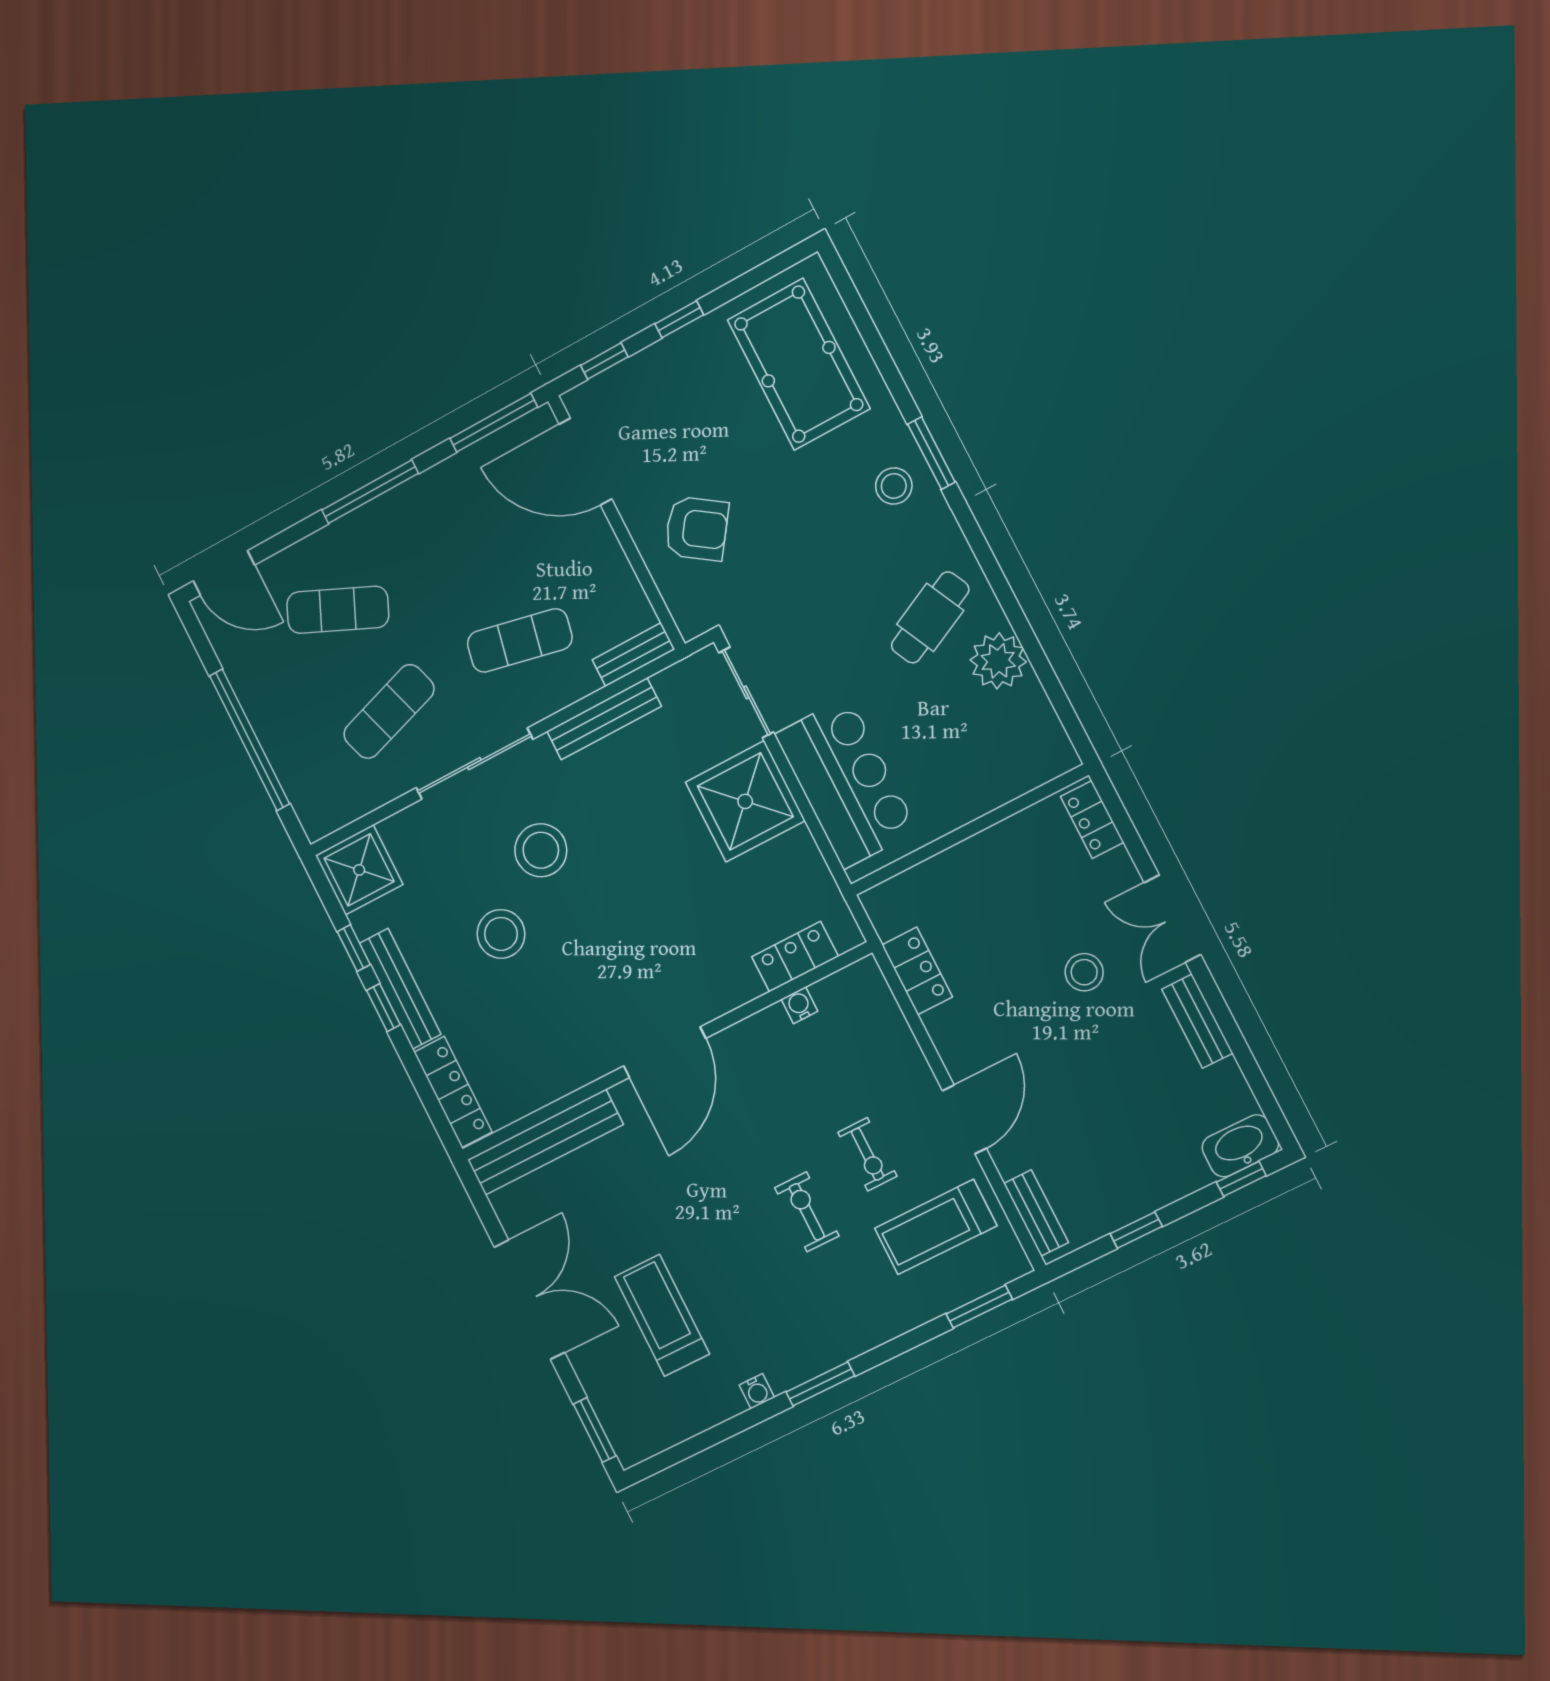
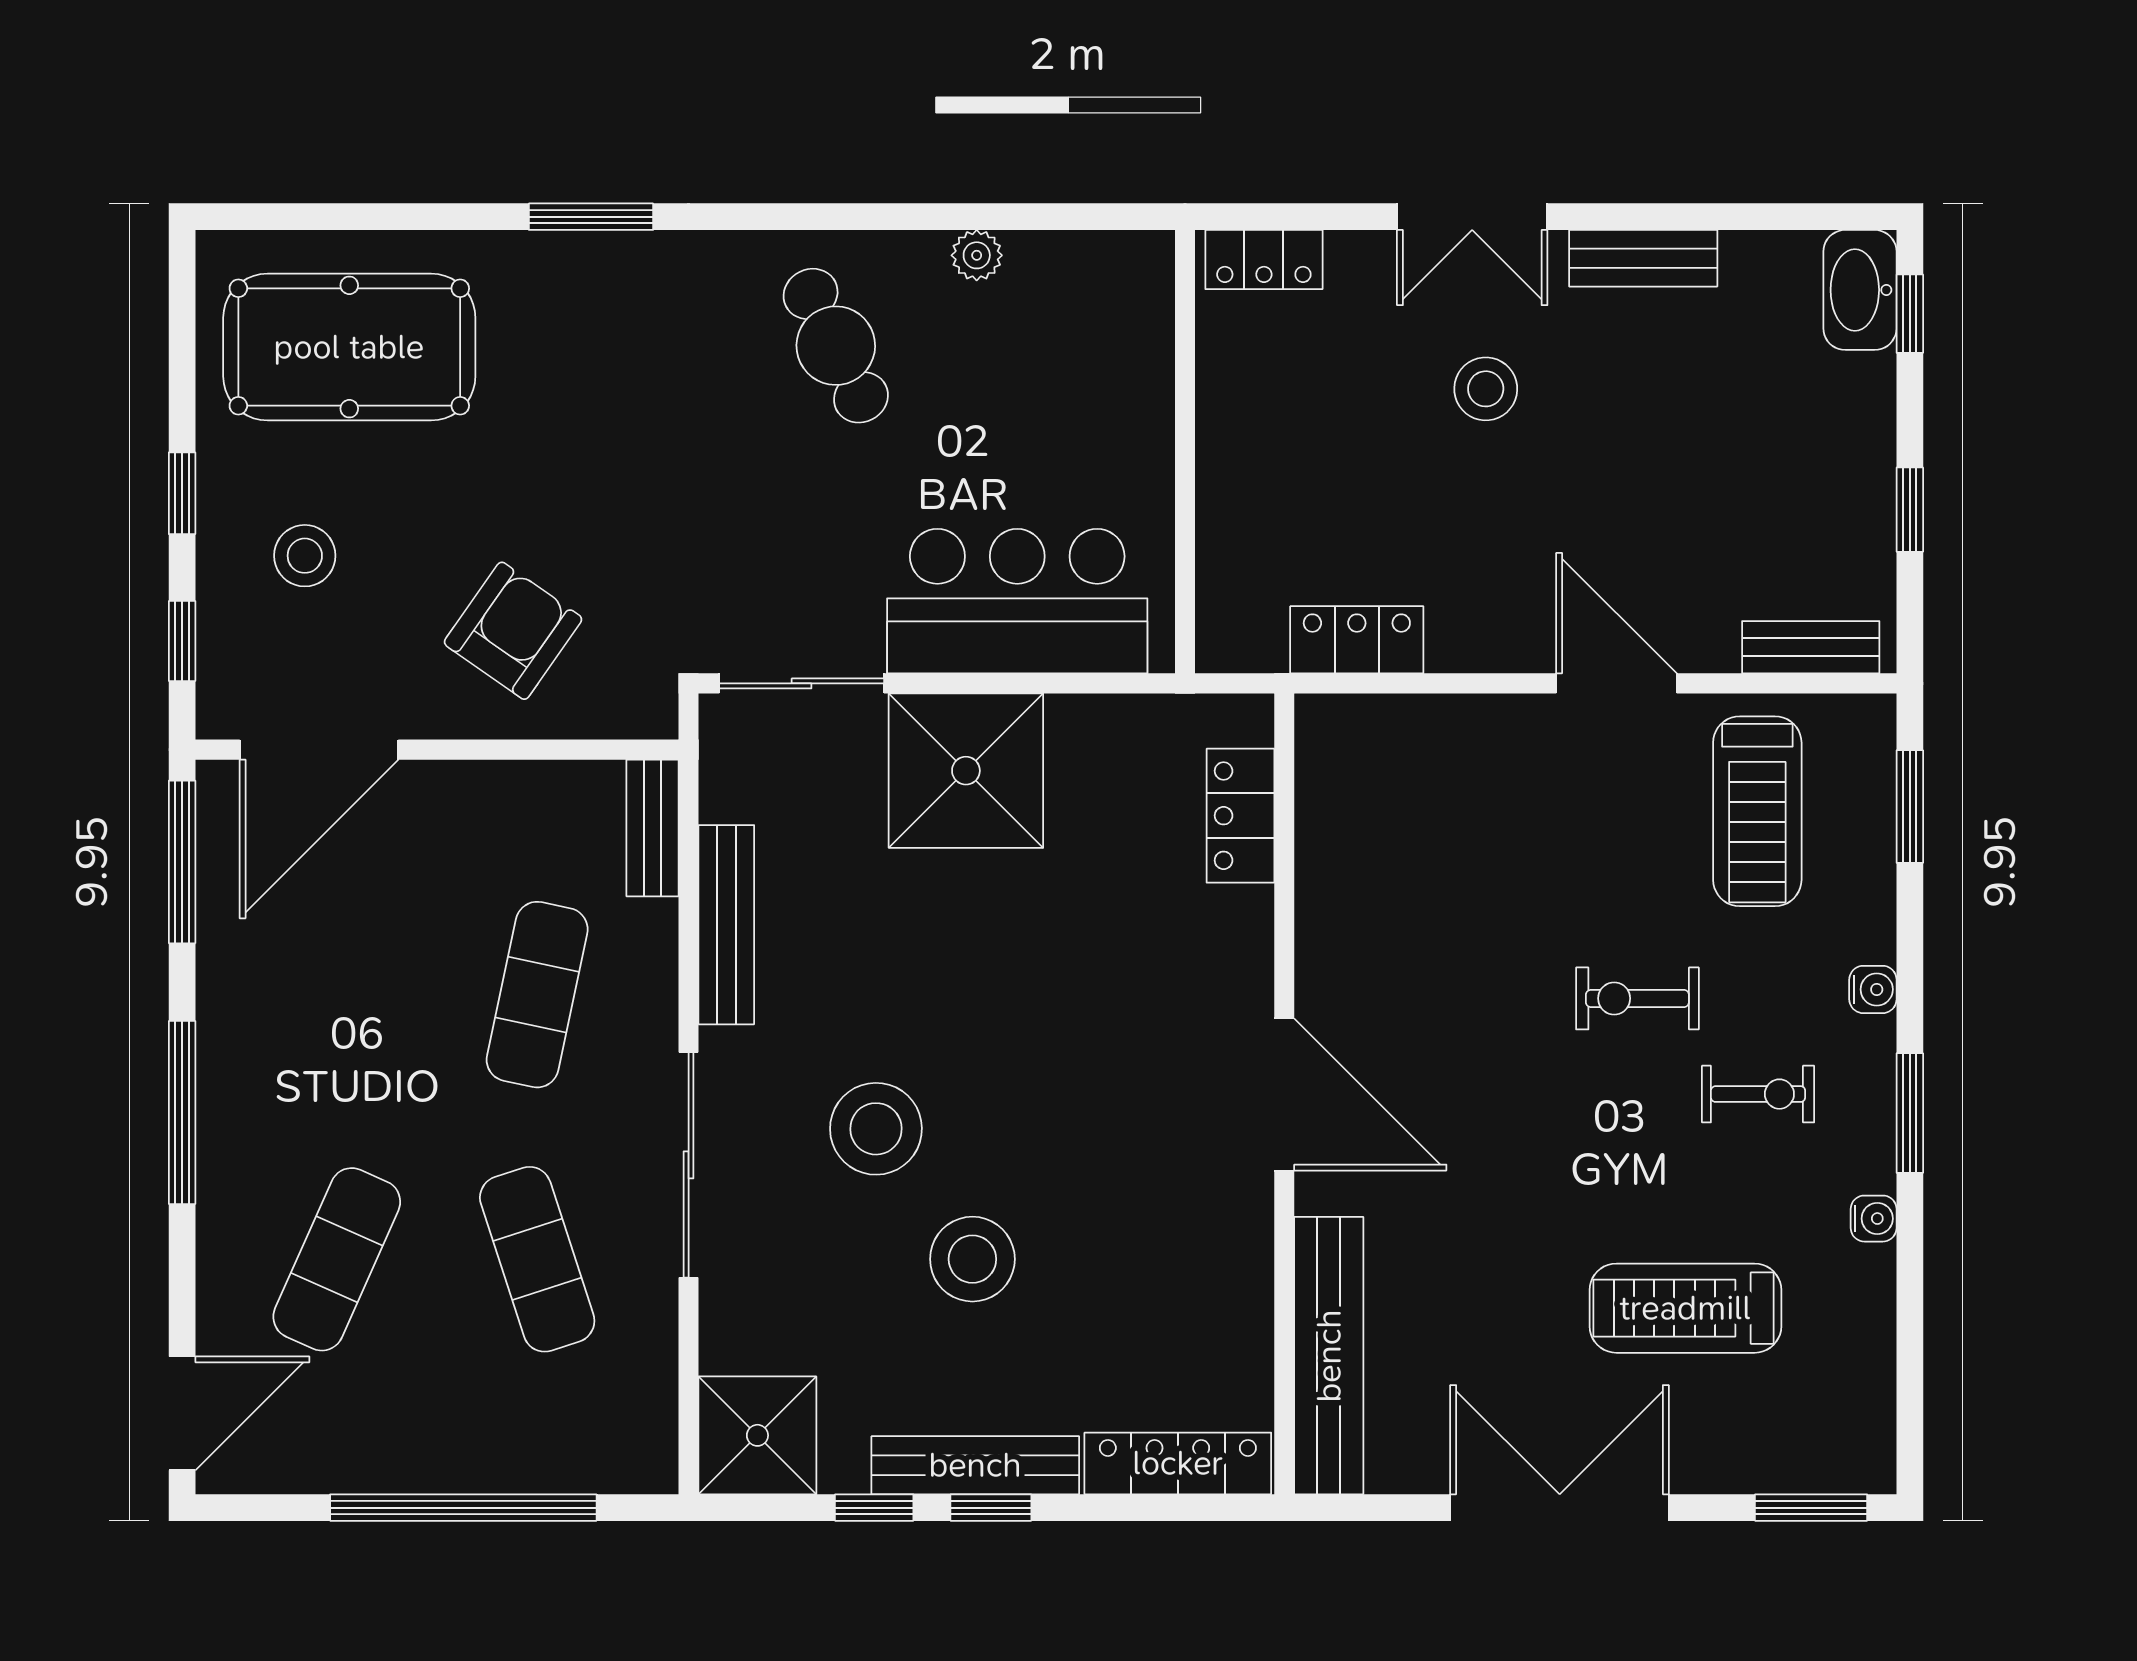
stool: (894, 486) -> (305, 556), moved
plant: (998, 661) -> (977, 255), width x0.53, depth x0.53
water cooler: (799, 1005) -> (1873, 989), moved, turned 180
exercise bike: (867, 1154) -> (1758, 1094), moved

